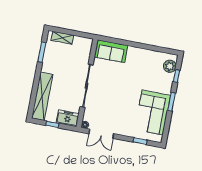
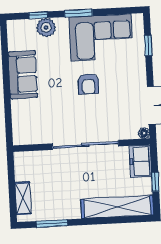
sofa: (111, 51) -> (23, 75), moved
plant: (170, 66) -> (46, 28), moved
armchair: (125, 97) -> (88, 84), added

